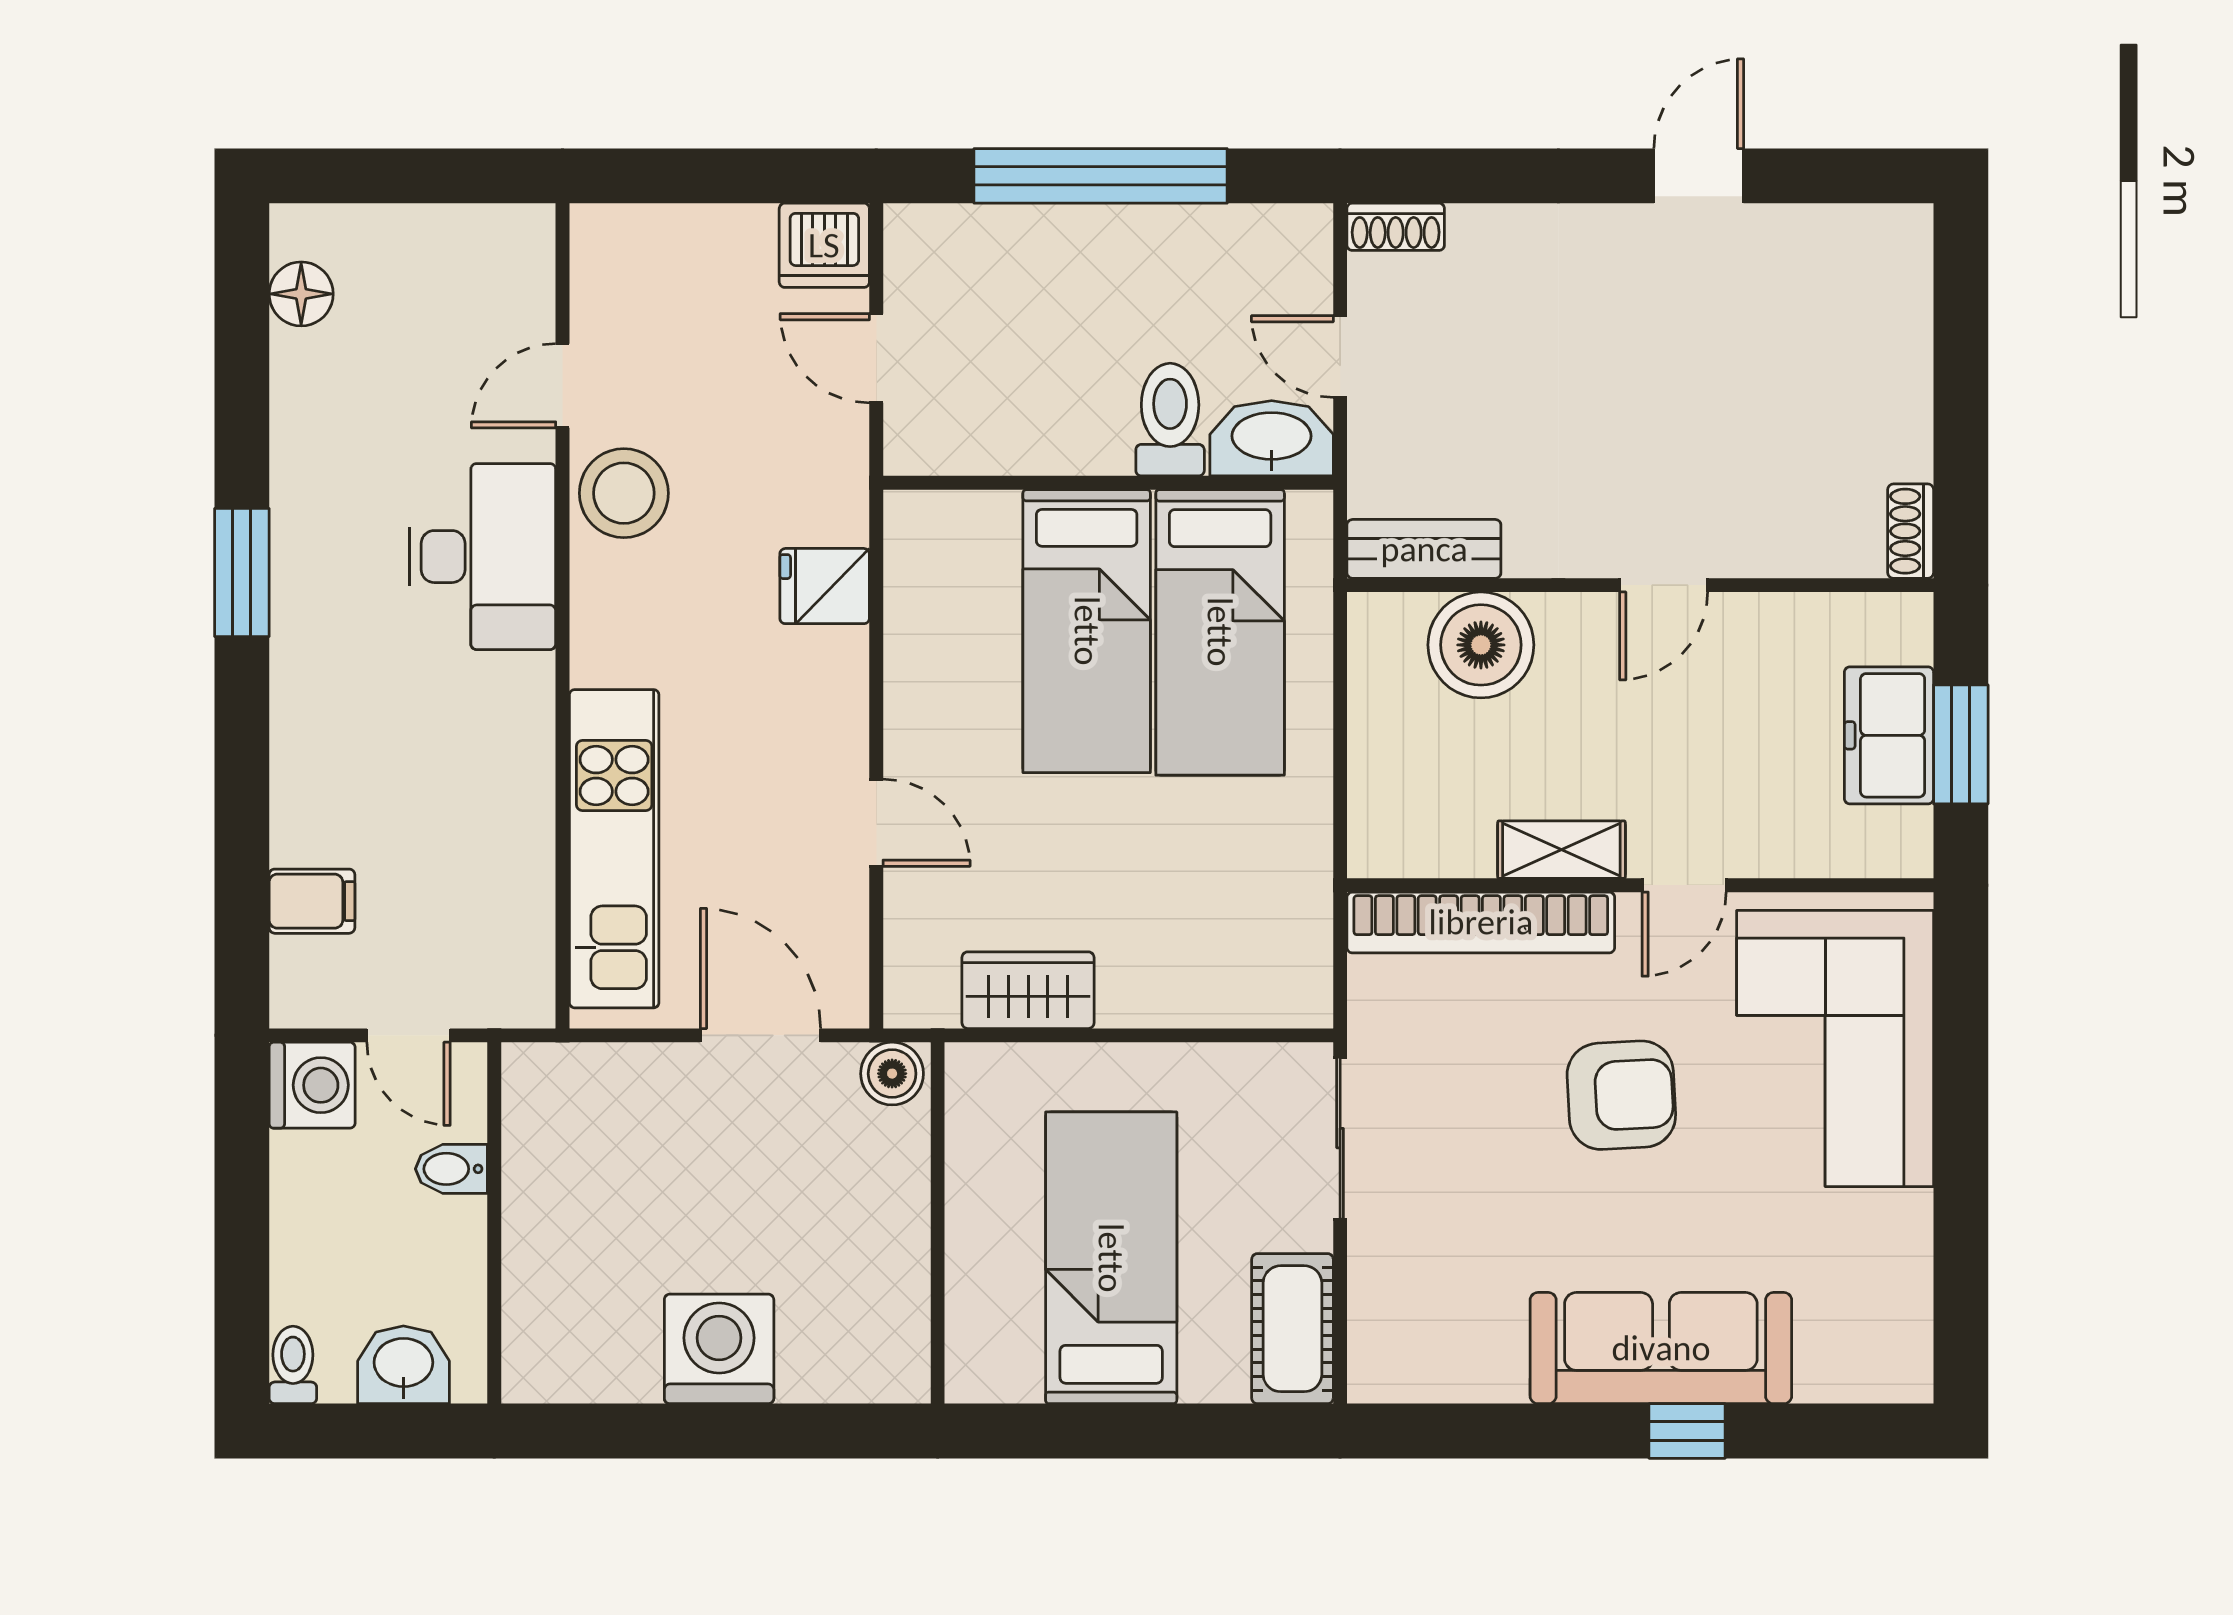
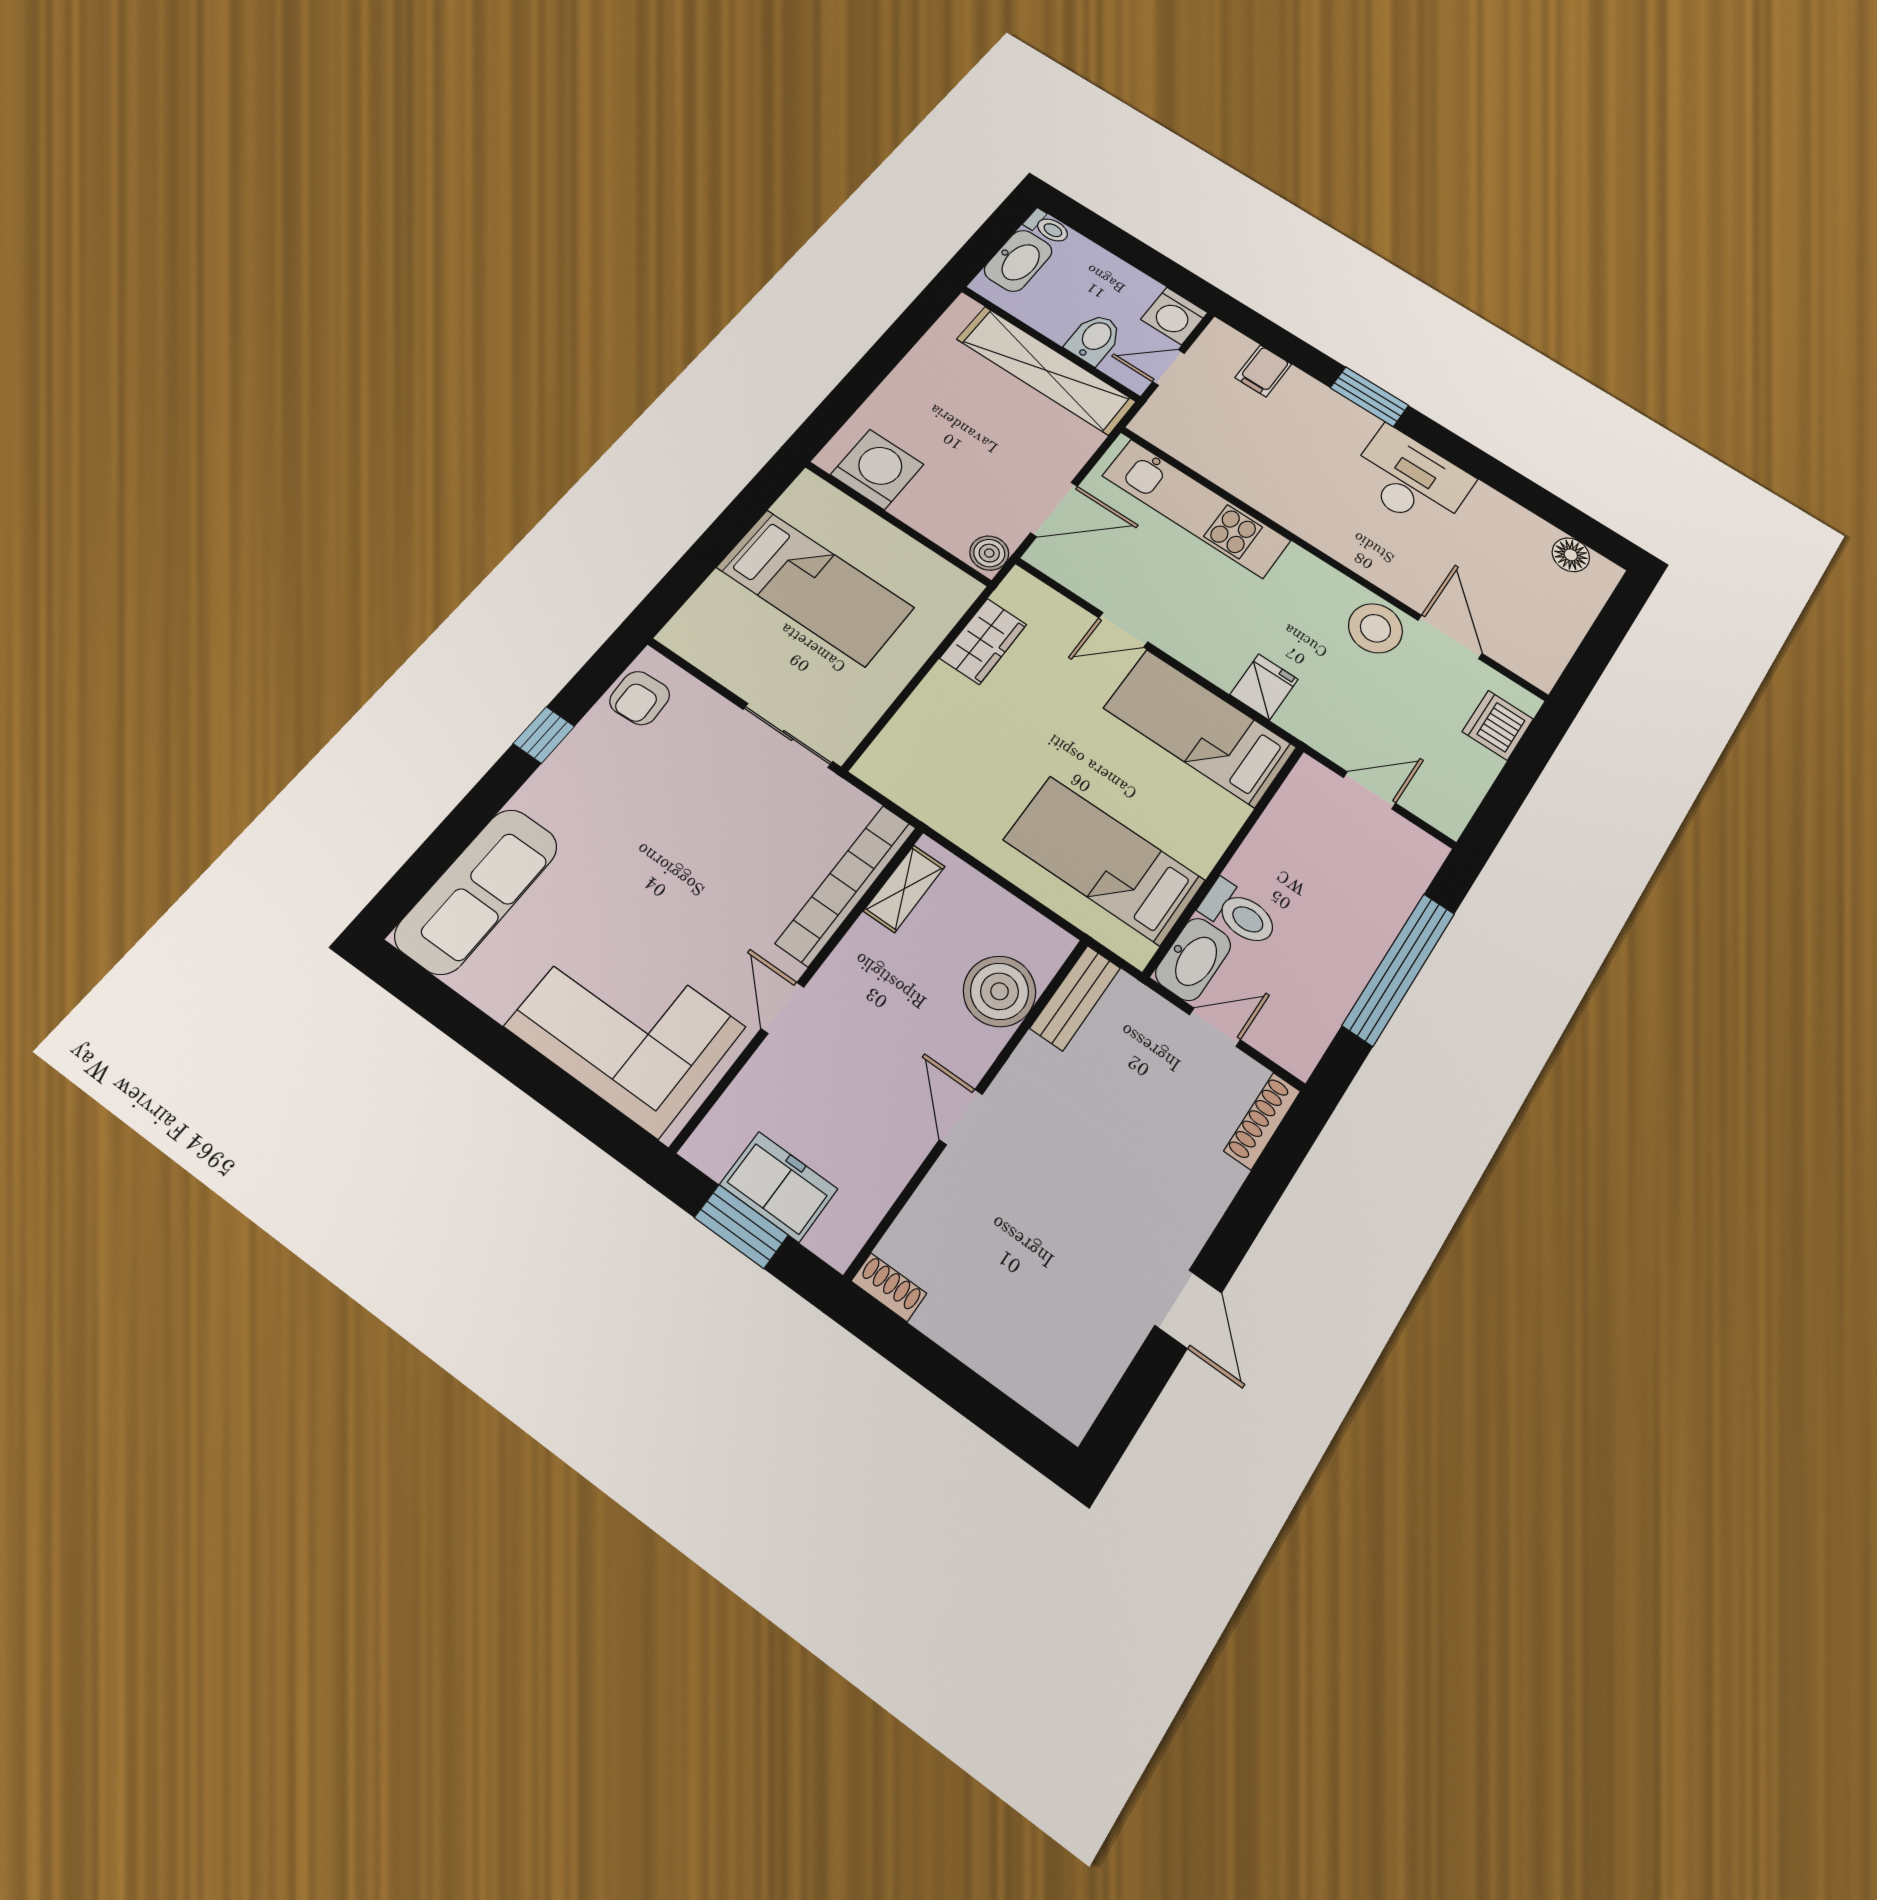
shoe rack: (1396, 227) -> (1262, 1121), width x1.43
dishwasher: (824, 245) -> (1498, 725), moved
door: (562, 386) -> (1450, 637), width x1.38
desk: (483, 557) -> (1411, 480), moved, turned 180
window: (242, 572) -> (1369, 397), moved
bed: (1087, 631) -> (1200, 728), moved
shelving: (1561, 850) -> (904, 889), moved
armchair: (1621, 1095) -> (640, 698), moved, width x0.72, depth x0.72
bidet: (451, 1169) -> (1095, 339), width x1.38, depth x1.36
shelving: (544, 1199) -> (1046, 370), added
cot: (1292, 1329) -> (708, 646), removed
sofa: (1661, 1348) -> (477, 891), moved
washing machine: (719, 1349) -> (877, 469), moved, turned -90
washbasin: (403, 1365) -> (1018, 261), width x1.38
window: (1687, 1431) -> (544, 735), moved

